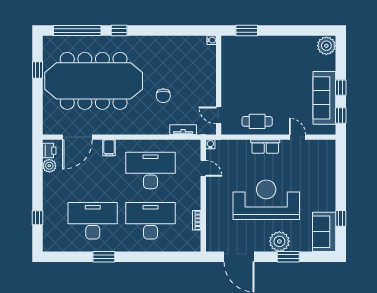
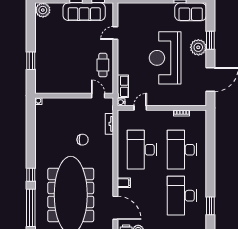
window: (247, 31) -> (31, 61), moved
door: (219, 115) -> (98, 96), swing flipped
row of seats: (265, 147) -> (123, 86), moved
window: (104, 257) -> (210, 206), moved

